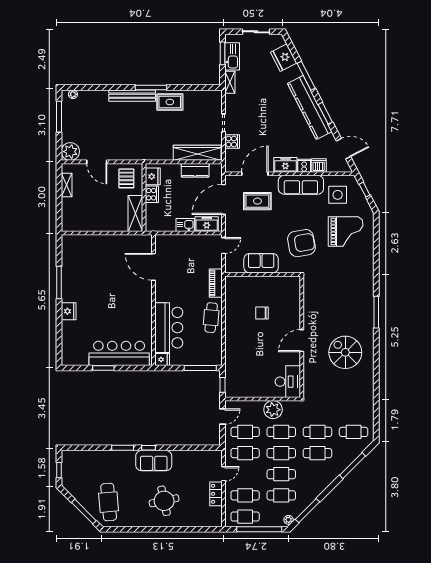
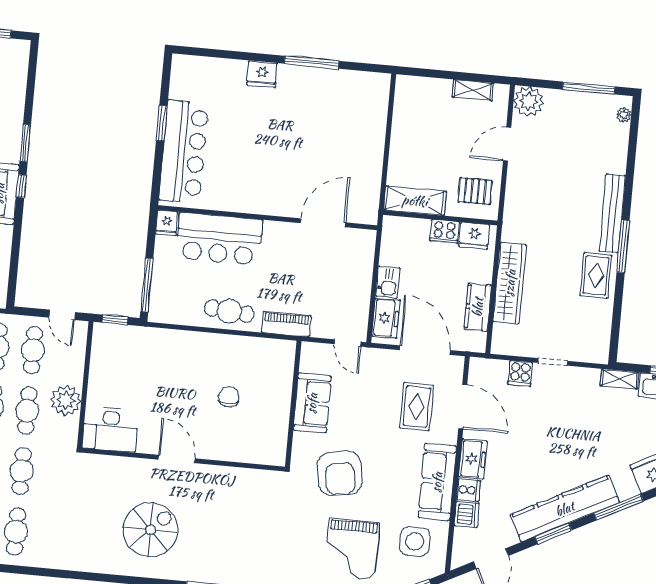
wardrobe: (197, 153) -> (510, 283), moved

